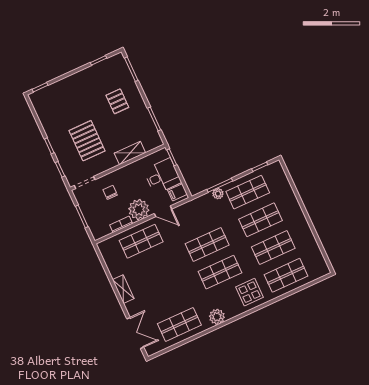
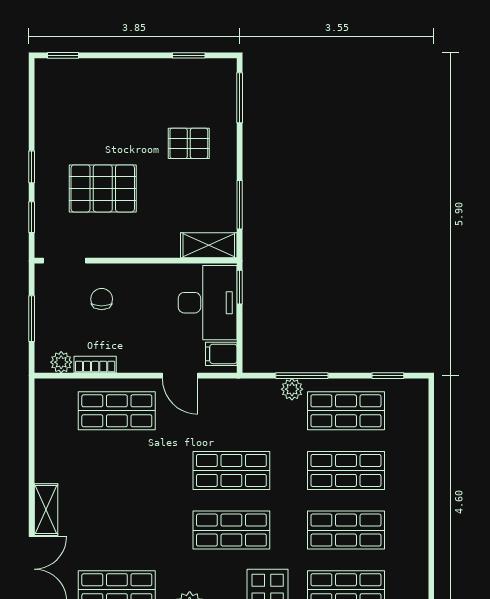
pallet: (117, 101) -> (189, 143), turned 90
pallet: (87, 141) -> (103, 188), turned 90
shelving: (130, 153) -> (209, 245), moved
desk: (162, 176) -> (208, 303), width x1.37
plant: (139, 210) -> (61, 362), moved, width x0.53, depth x0.53
shelving: (123, 289) -> (46, 510), moved

